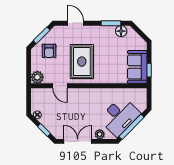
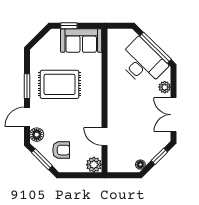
window: (111, 23) -> (27, 86), moved
floor lamp: (121, 31) -> (37, 135), moved
rug: (82, 62) -> (60, 84), moved
window: (149, 70) -> (69, 26), moved
door: (60, 86) -> (105, 136), swing flipped

